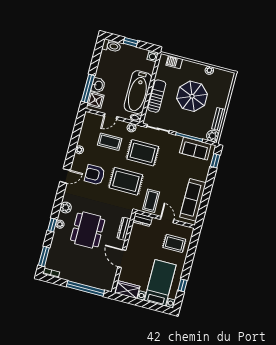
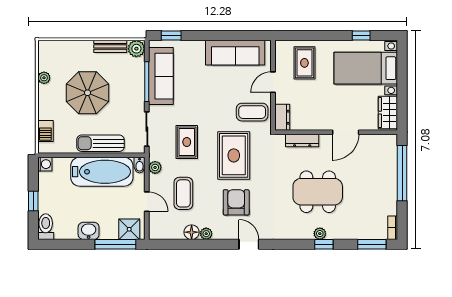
washbasin: (98, 85) -> (89, 231), moved
floor lamp: (83, 140) -> (192, 232), added
sofa: (195, 148) -> (161, 76), width x1.36
rug: (143, 153) -> (187, 142), width x0.73, depth x0.70
armchair: (95, 175) -> (236, 202), turned 180
plant: (66, 208) -> (294, 232), removed

